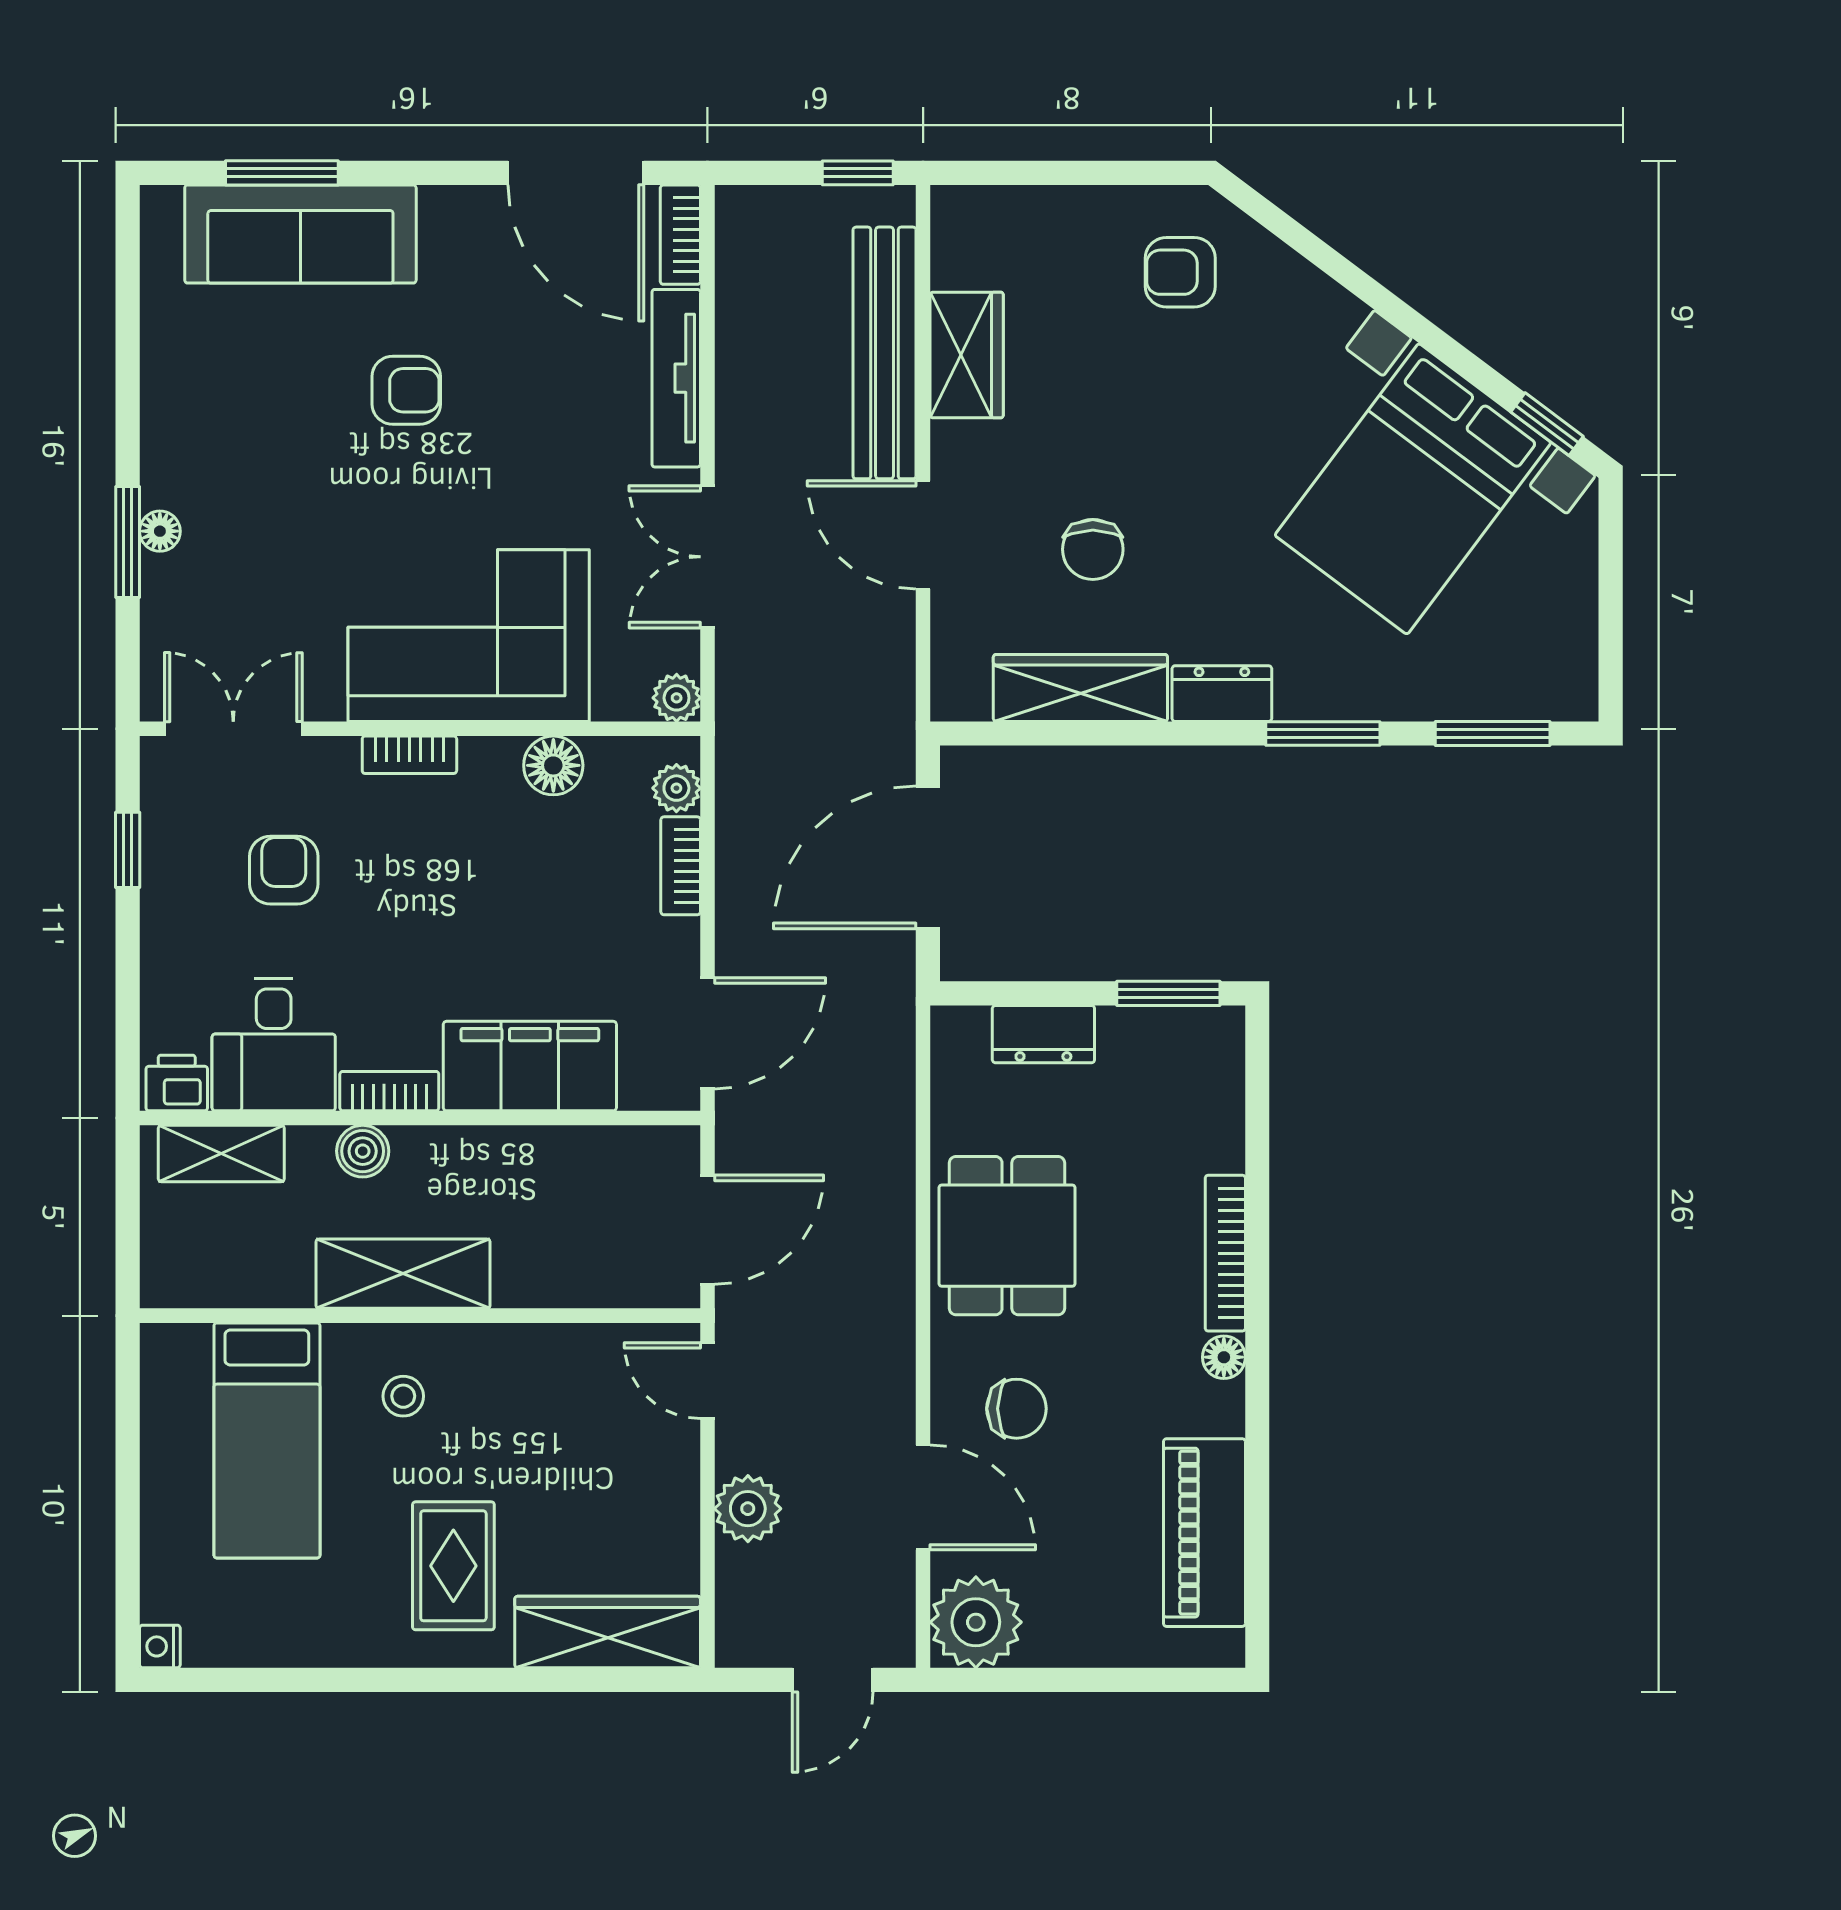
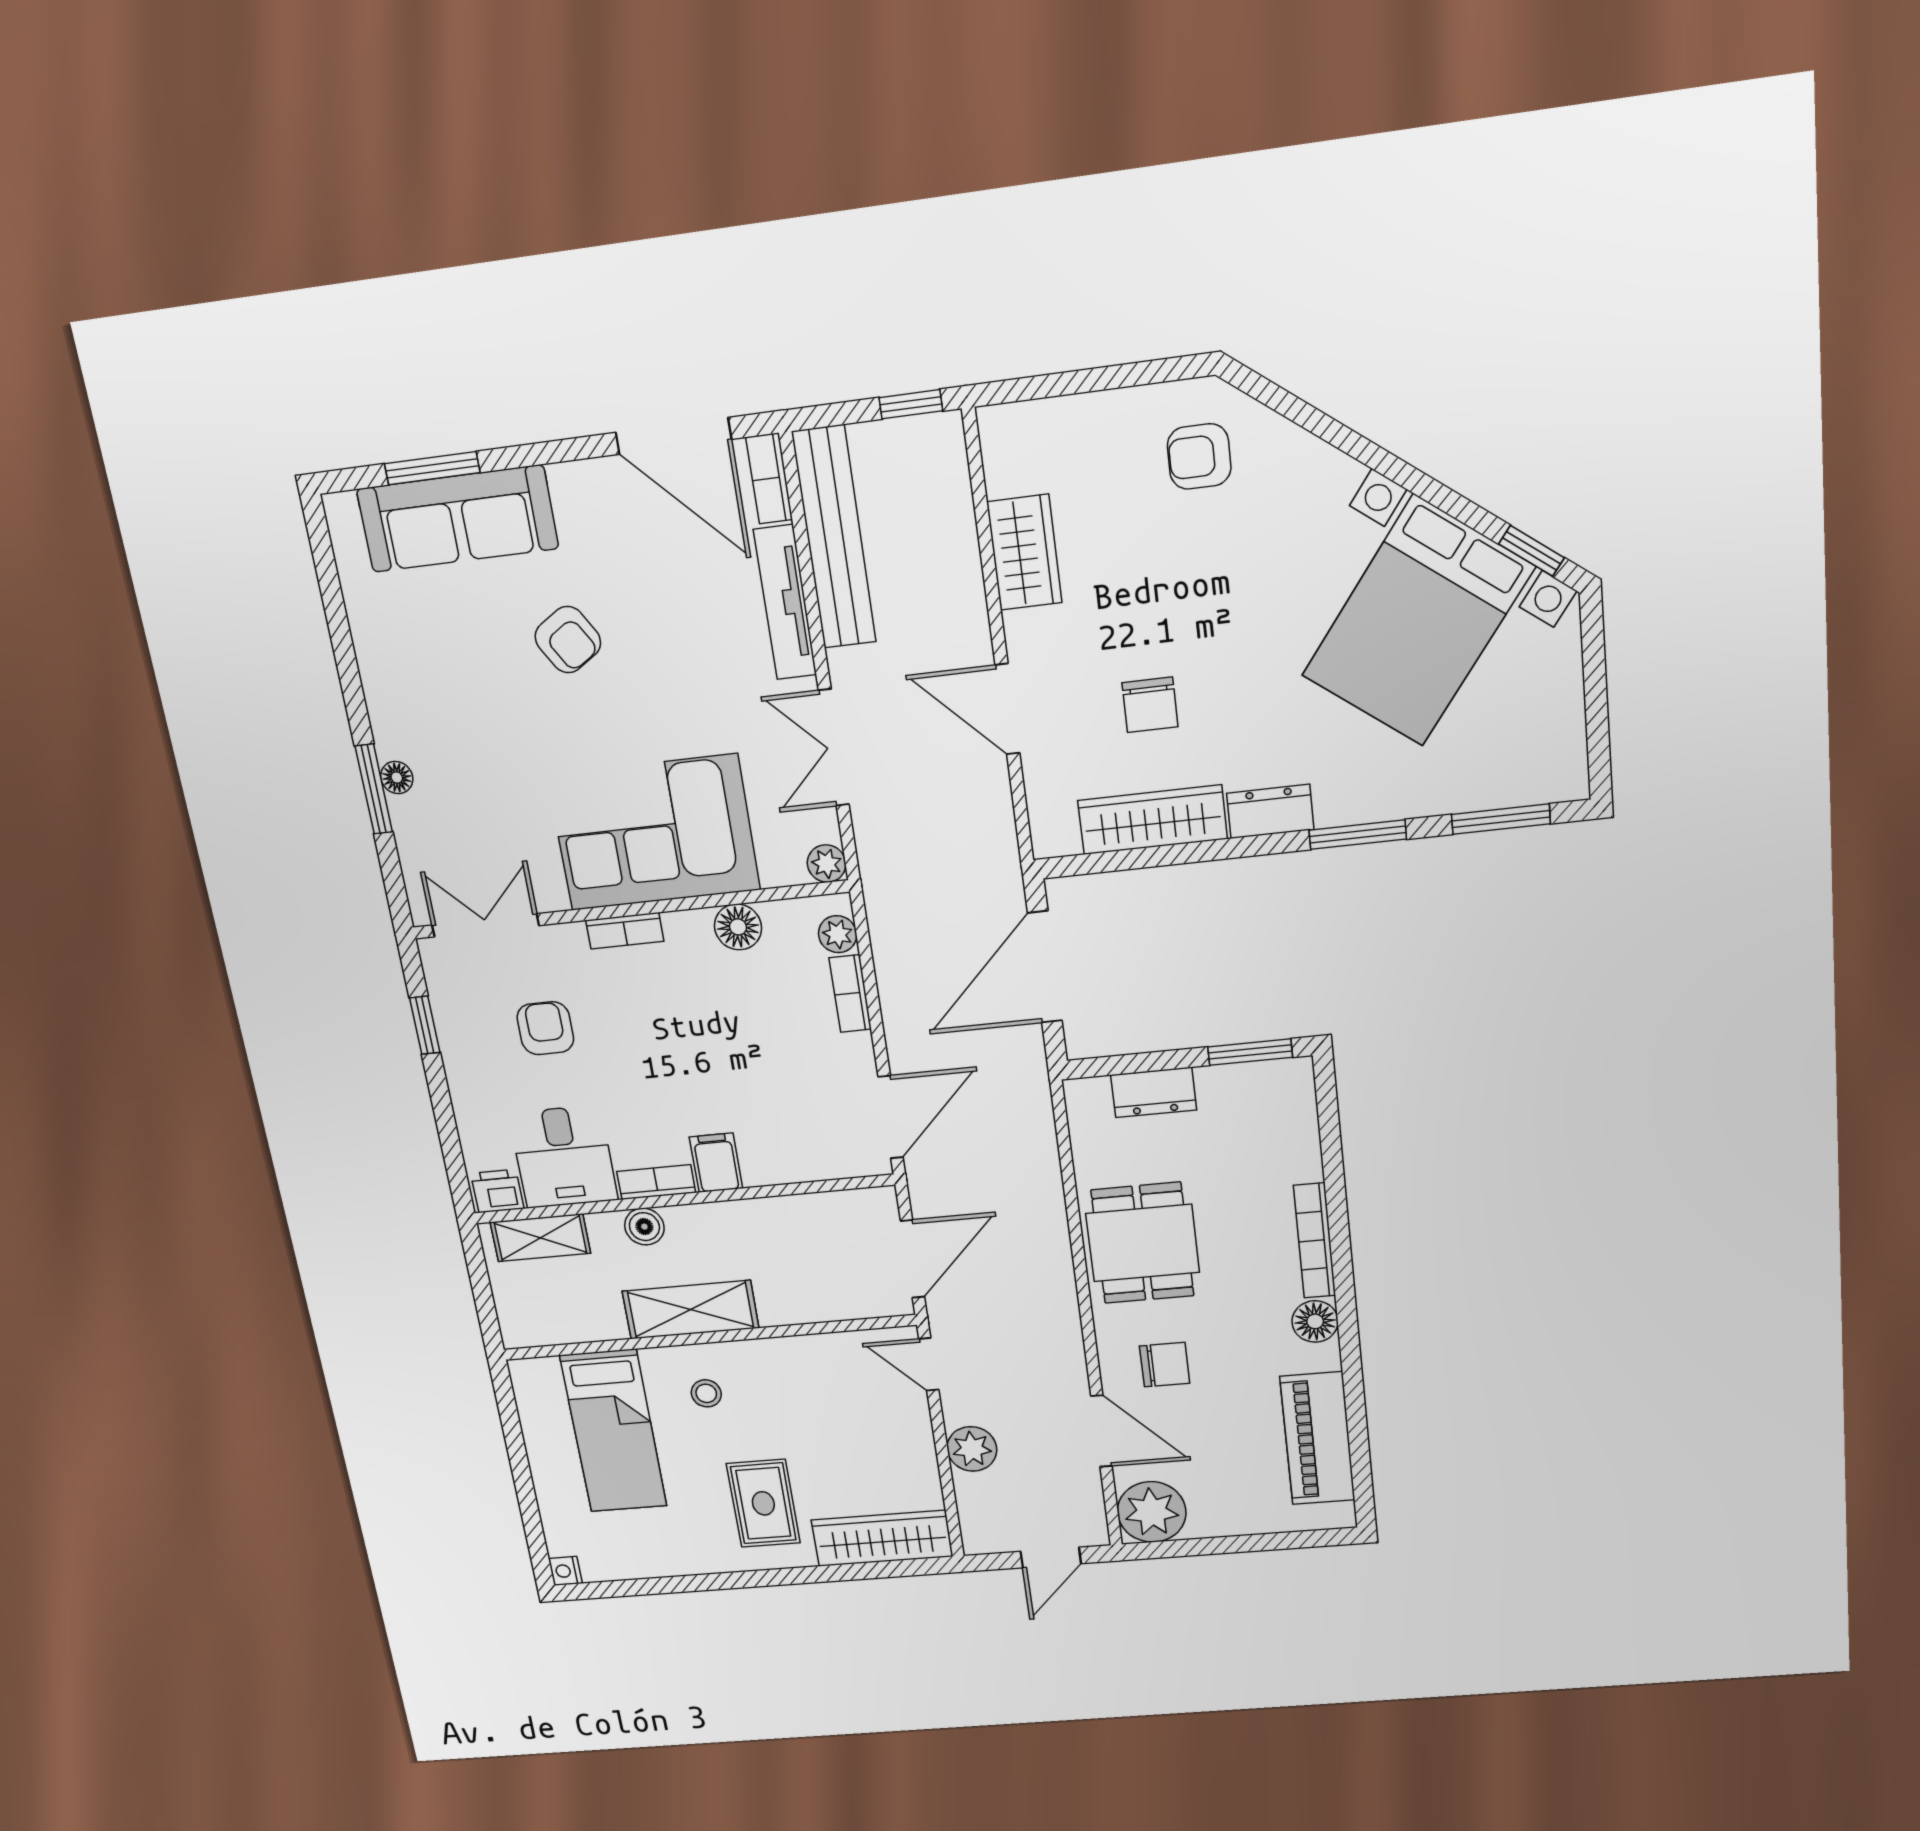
bench: (885, 353) -> (834, 538), moved
armchair: (406, 390) -> (568, 640), turned 58
filing cabinet: (530, 1066) -> (716, 1163), width x0.33, depth x0.86
floor lamp: (1224, 1357) -> (1315, 1321), width x1.37, depth x1.37

